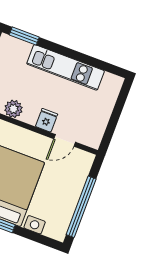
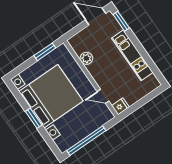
fridge: (46, 120) -> (120, 106), moved

